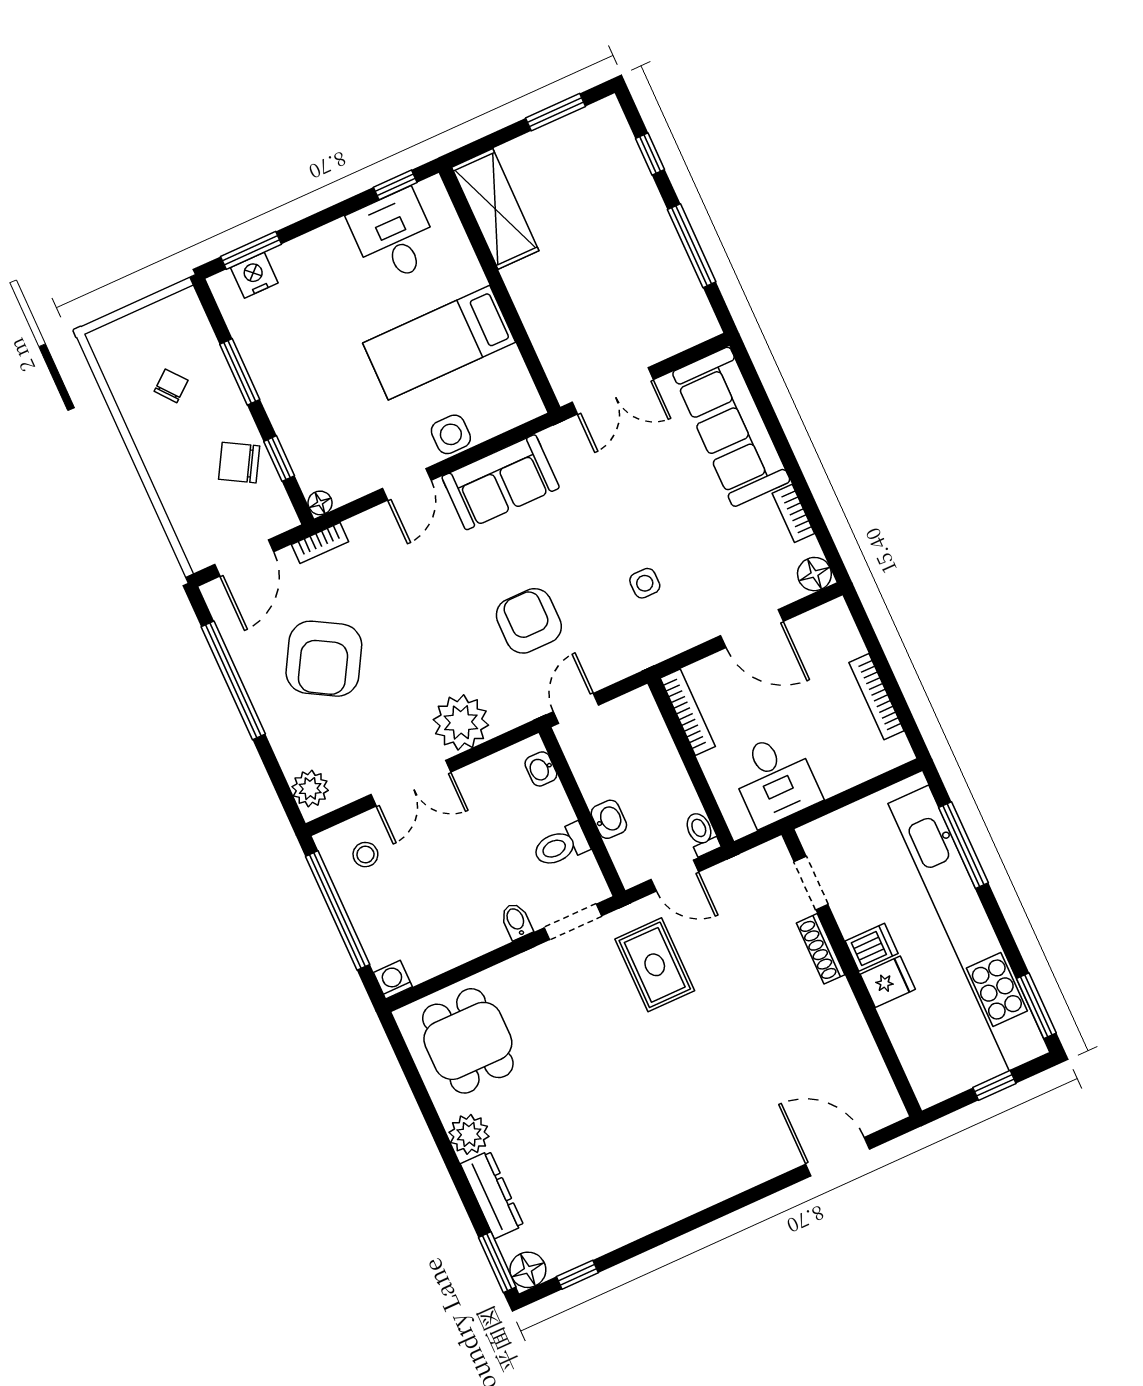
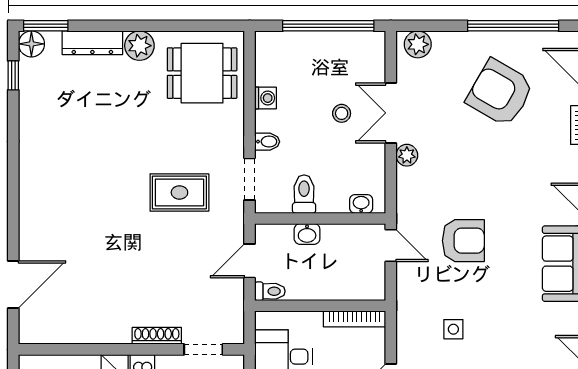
plant: (461, 722) -> (407, 155), width x0.53, depth x0.53
stool: (365, 855) -> (342, 113), moved
rug: (655, 965) -> (179, 192), moved
washing machine: (393, 980) -> (266, 98), moved

